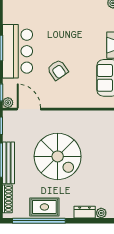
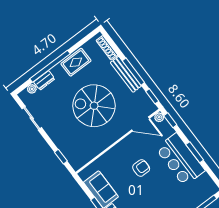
armchair: (58, 70) -> (141, 168), turned 125
window: (39, 221) -> (50, 66), moved

